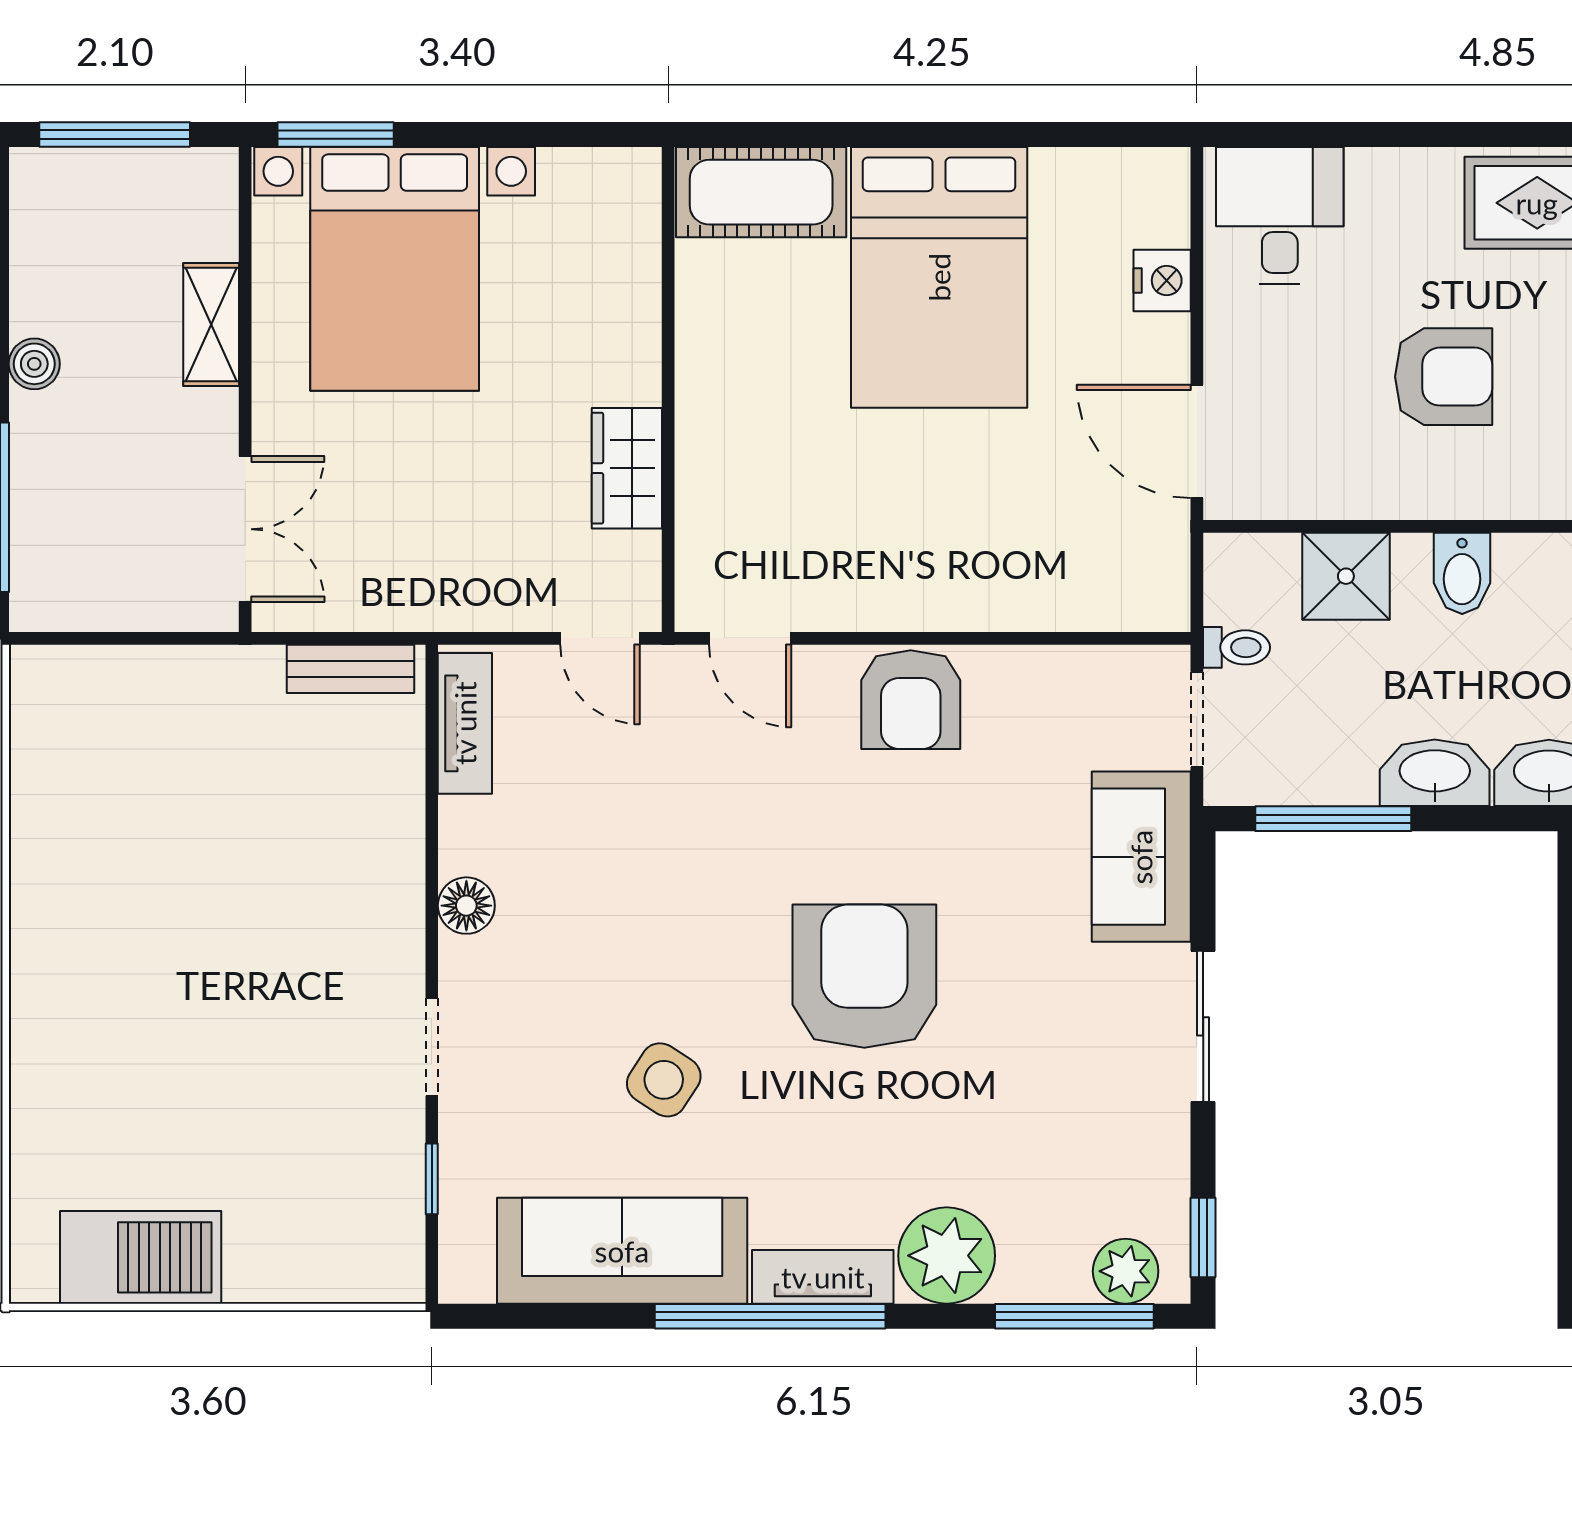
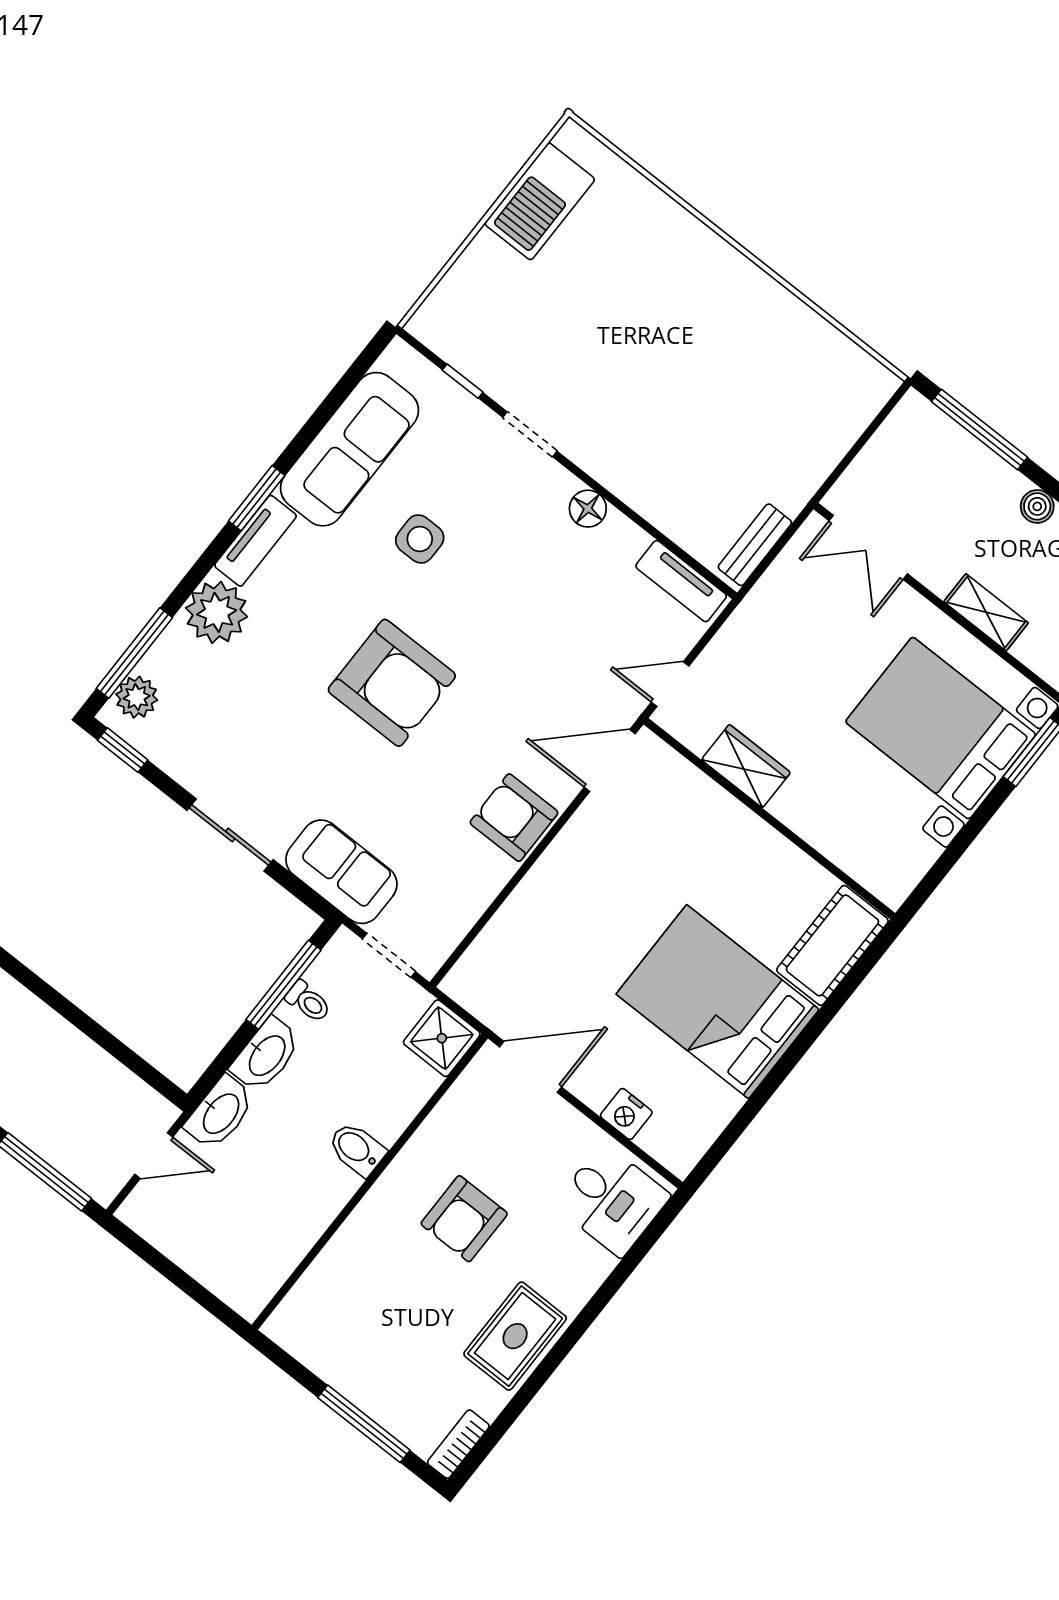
shower: (1346, 576) -> (442, 1038), moved
door: (750, 638) -> (610, 761), width x1.38
toilet: (1236, 647) -> (308, 1002), moved, turned -90
side table: (664, 1080) -> (420, 539), turned -33
window: (770, 1316) -> (257, 498), width x0.47

